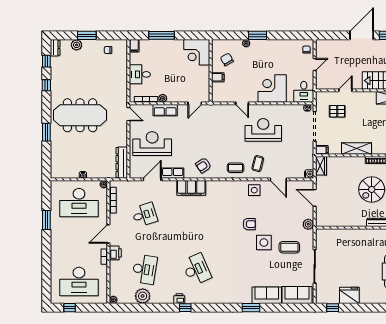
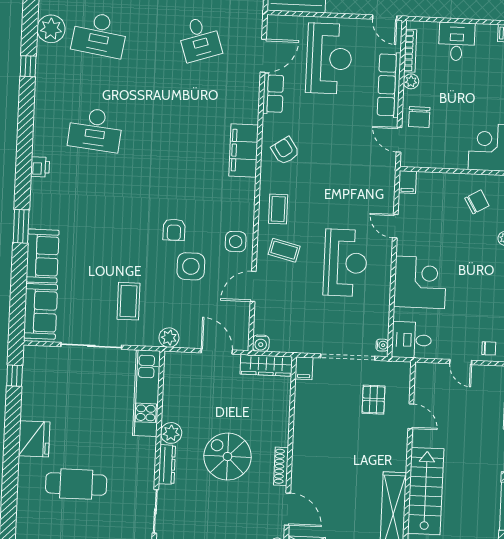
filing cabinet: (218, 77) -> (407, 182), moved
chair: (182, 93) -> (419, 117), added
door: (242, 103) -> (395, 226), hinge flipped
row of seats: (165, 110) -> (389, 85), width x1.48
door: (128, 114) -> (385, 18), hinge flipped
shelving: (357, 149) -> (304, 432), removed
wardrobe: (321, 166) -> (266, 365), width x1.50
door: (152, 179) -> (263, 56), hinge flipped
filing cabinet: (191, 188) -> (244, 151), moved
door: (315, 198) -> (217, 351), hinge flipped
plant: (360, 221) -> (171, 433), added
kitchen unit: (339, 235) -> (147, 393), added
side table: (264, 243) -> (191, 266), moved
desk: (196, 269) -> (95, 130), turned 30
fridge: (349, 295) -> (34, 439), moved
printer: (179, 299) -> (40, 167), moved
window: (185, 308) -> (28, 66), moved

